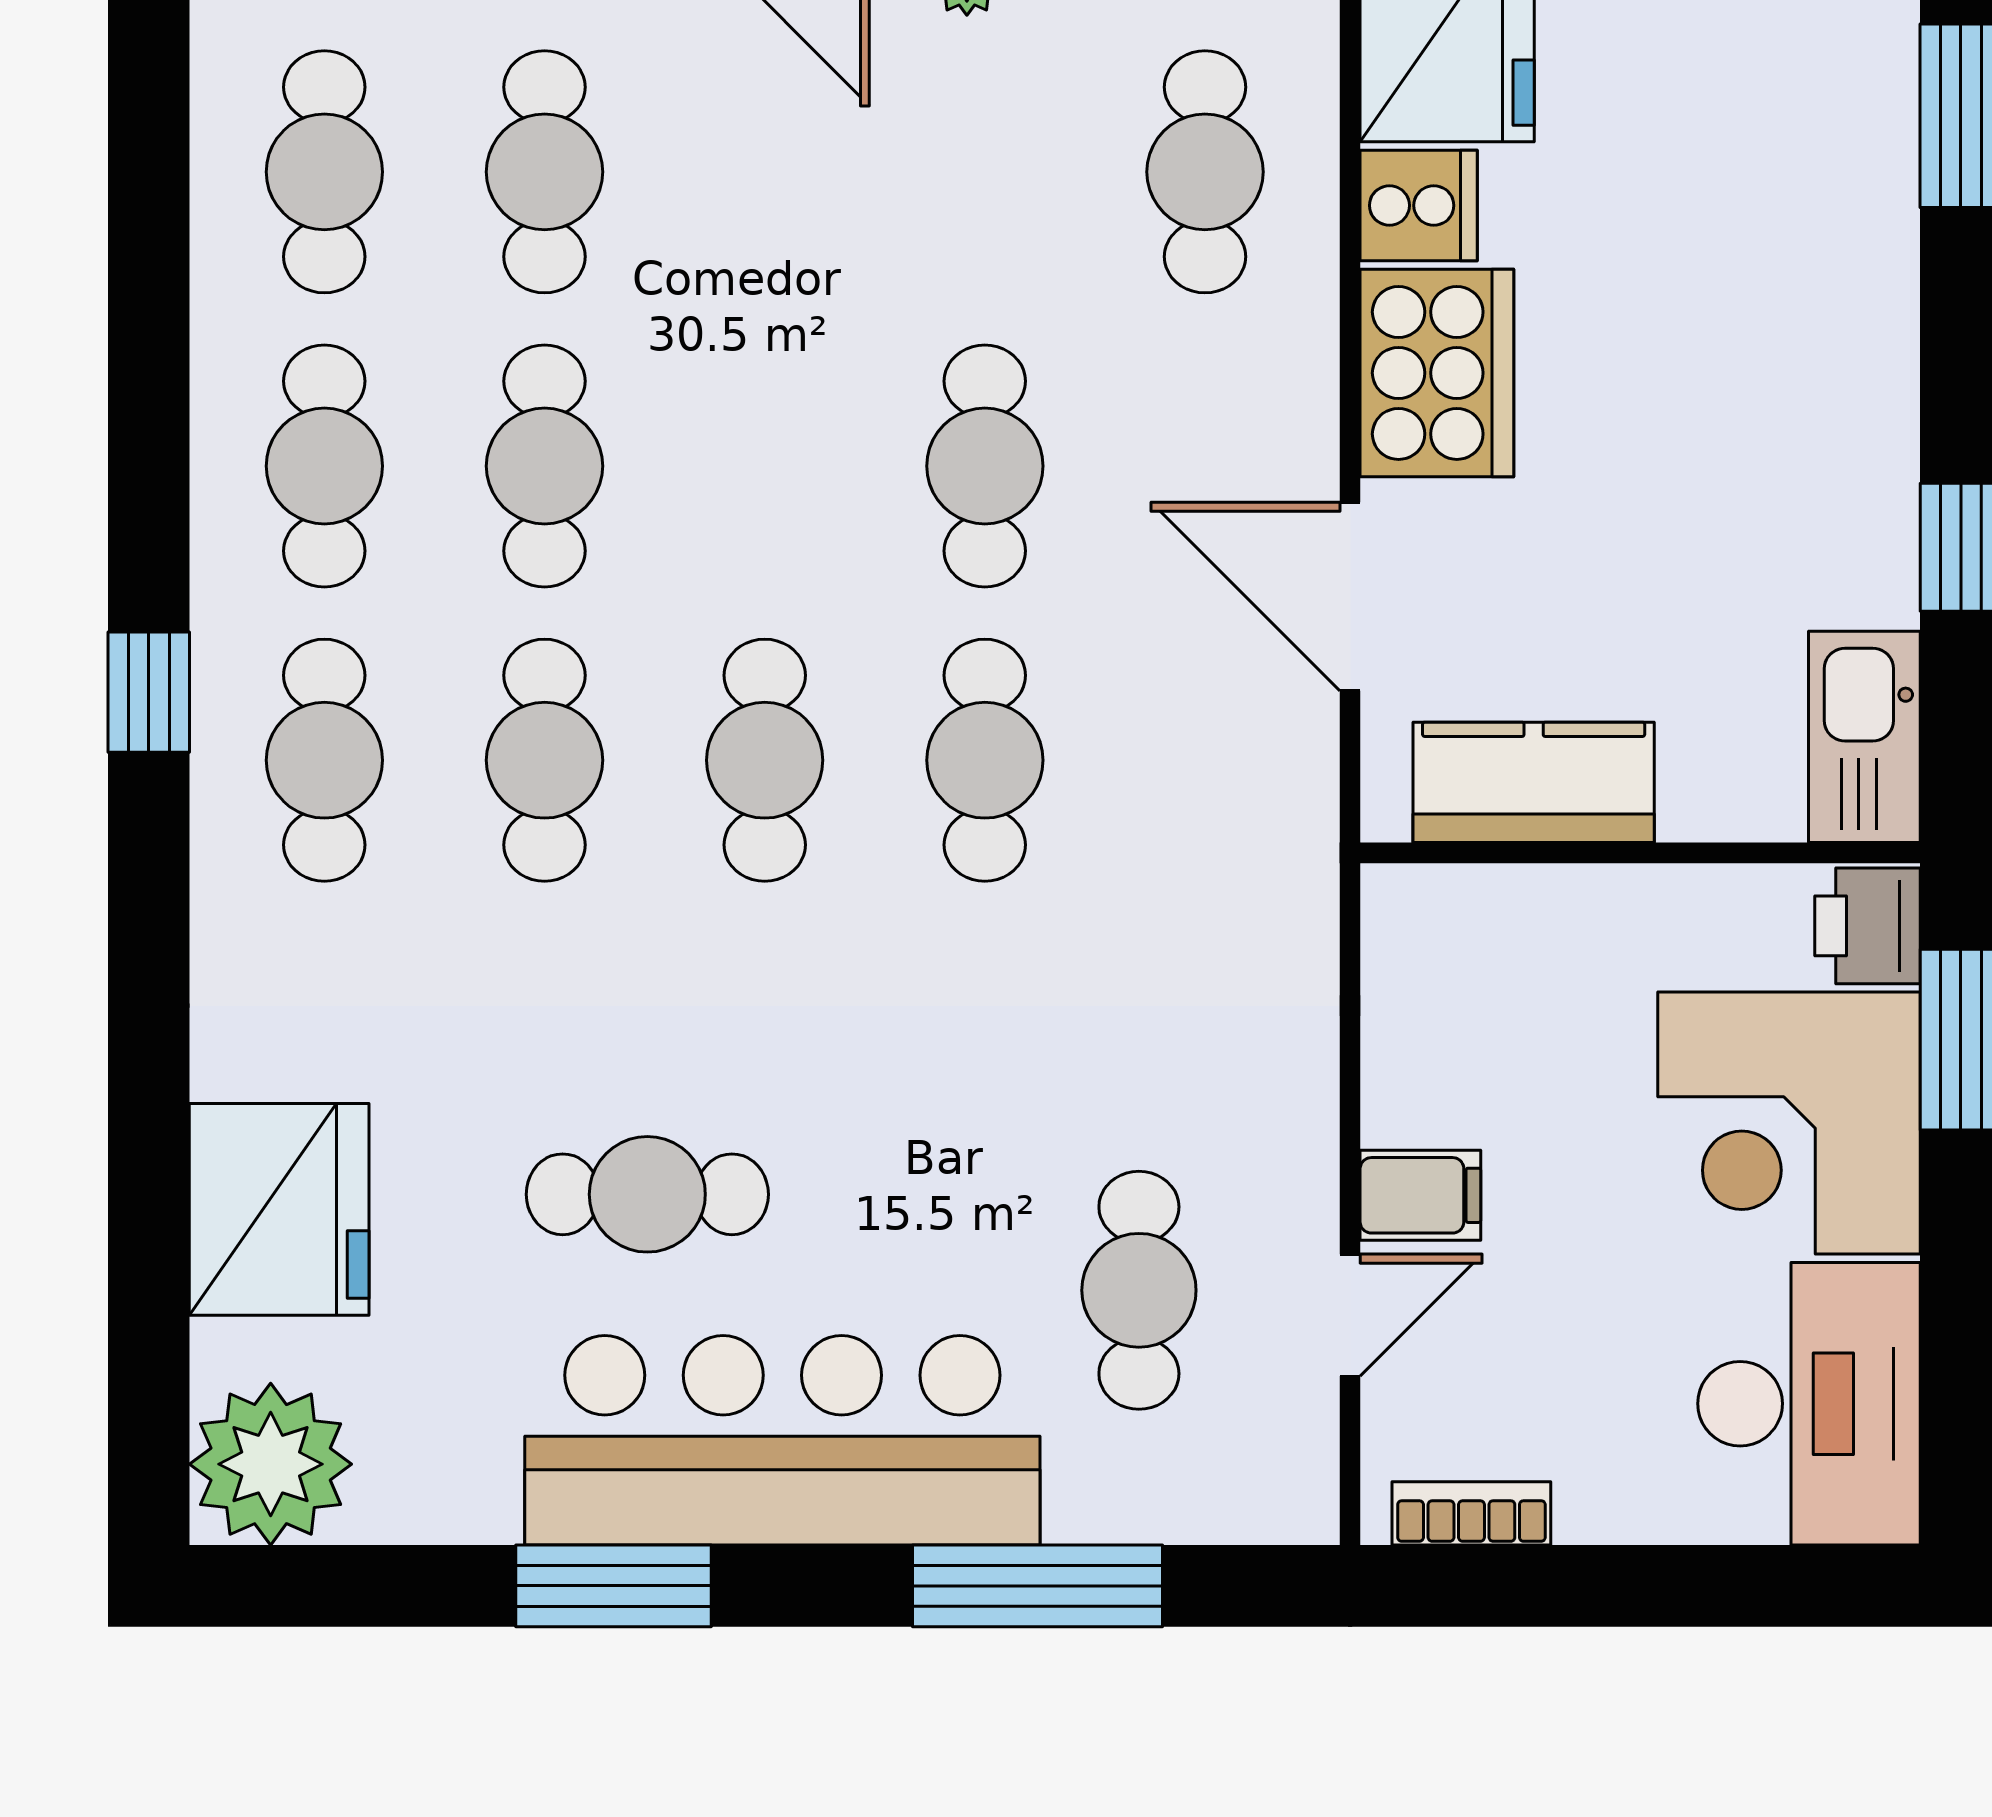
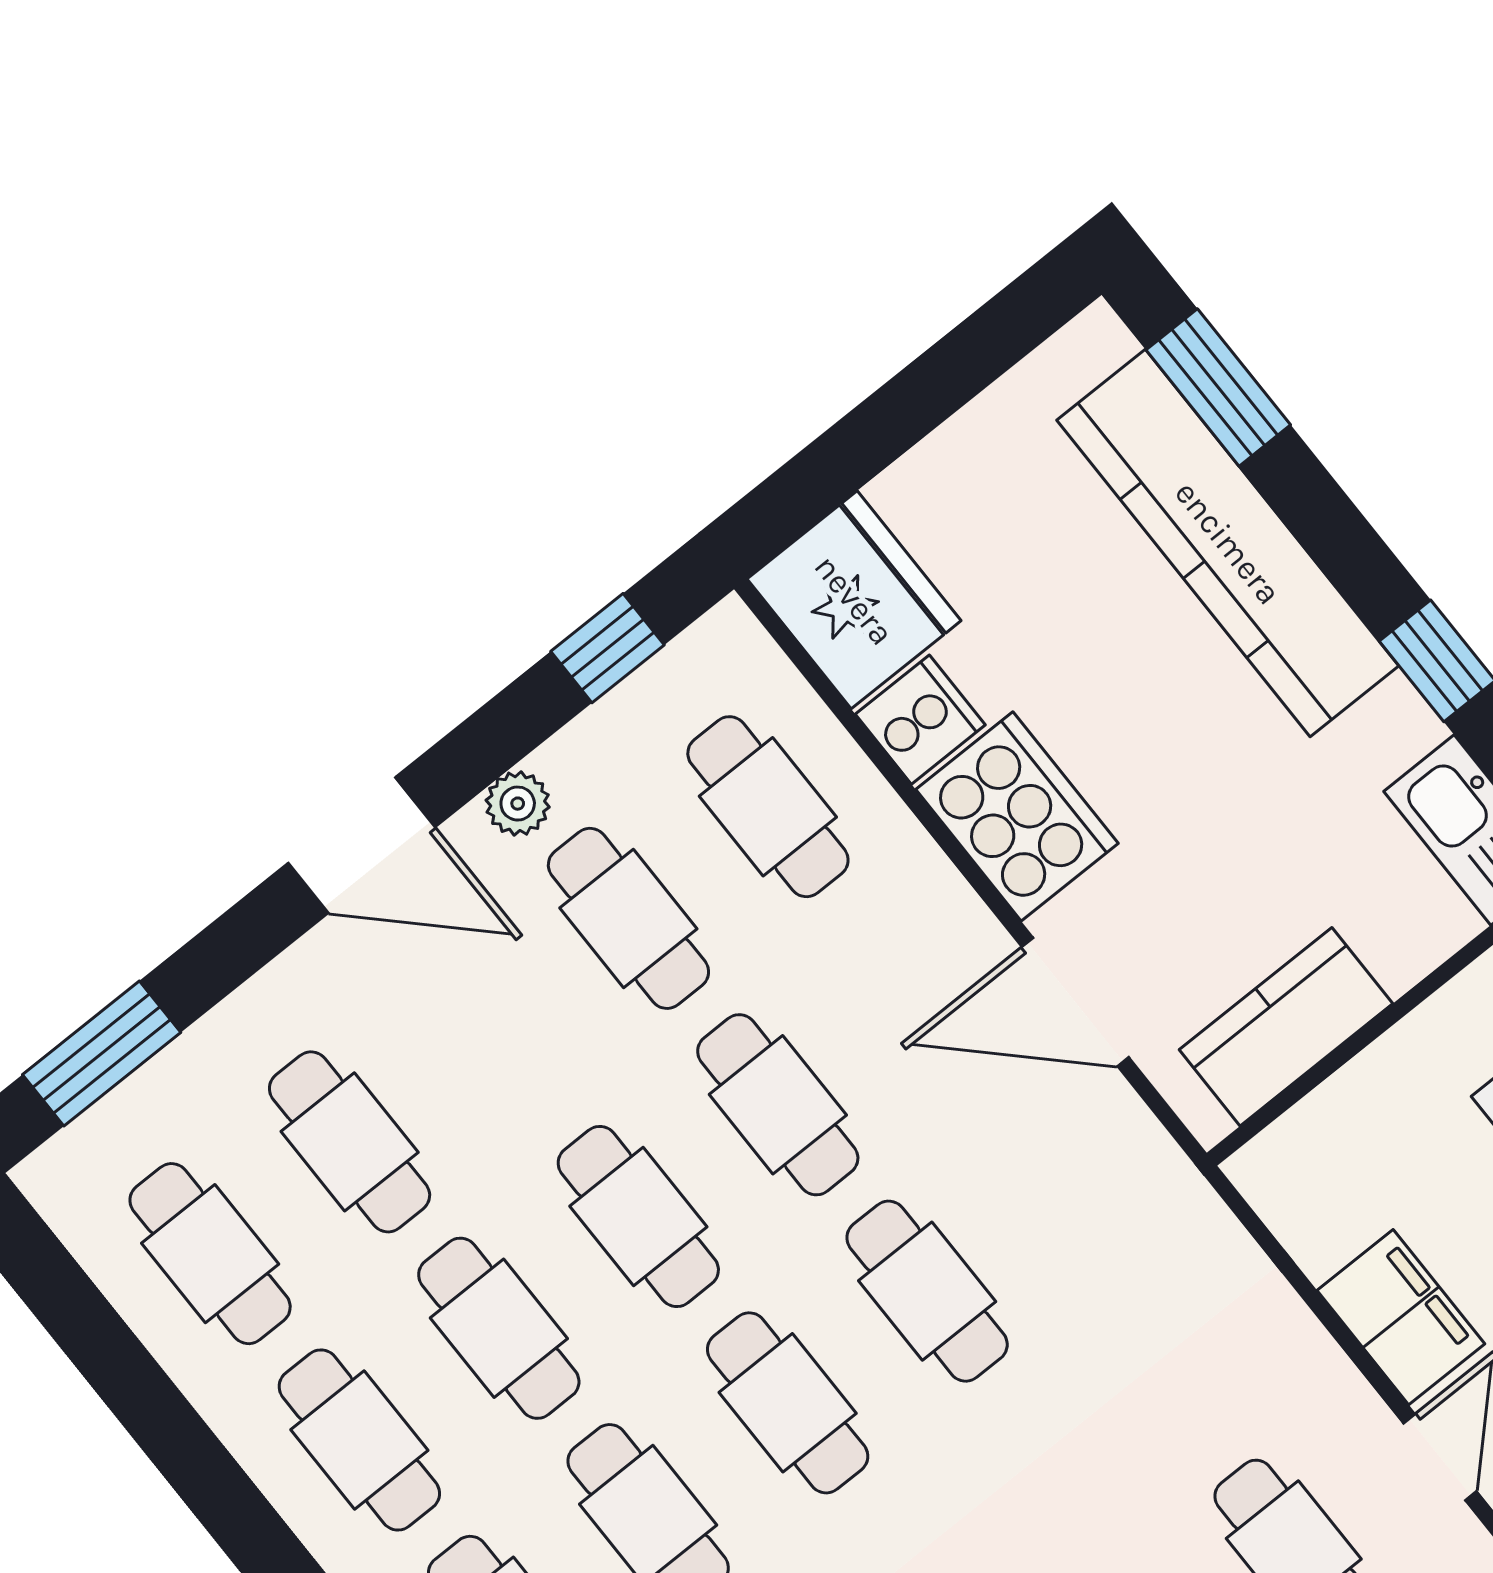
cafe table: (985, 172) -> (628, 918), added
kitchen counter: (1850, 273) -> (1228, 543), added
cafe table: (765, 466) -> (638, 1216), added
filing cabinet: (1420, 1195) -> (1401, 1317), width x2.00

